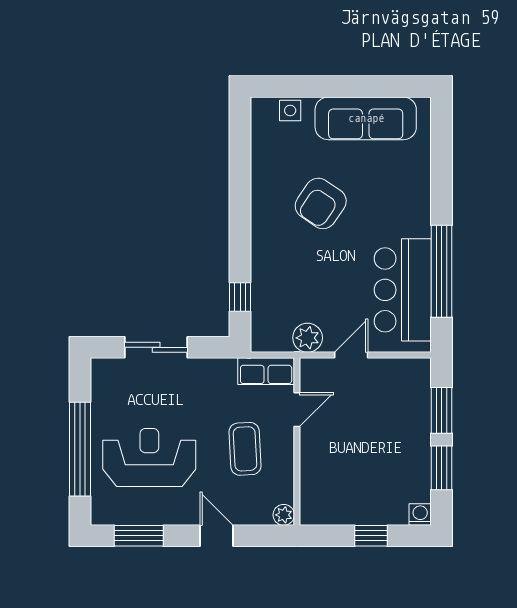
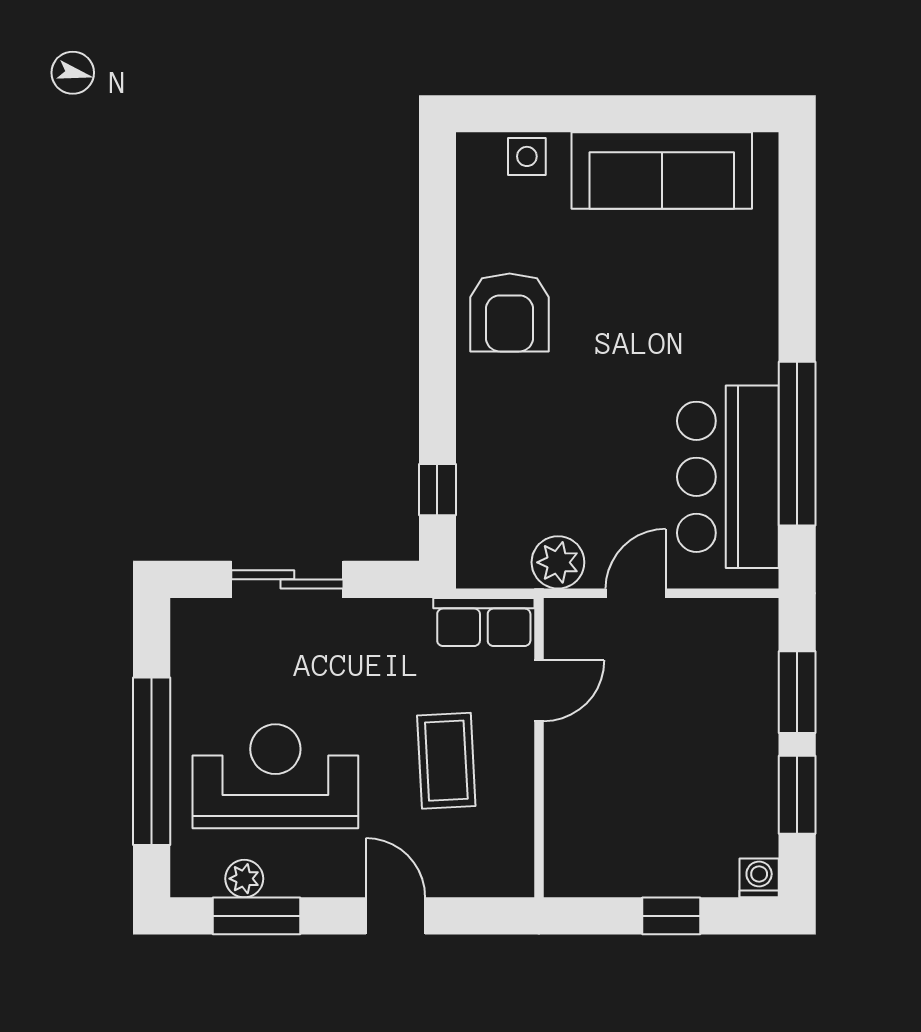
armchair: (321, 203) -> (510, 312), moved, turned -34
plant: (284, 515) -> (244, 879), moved

